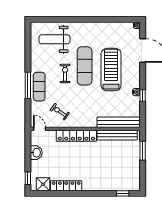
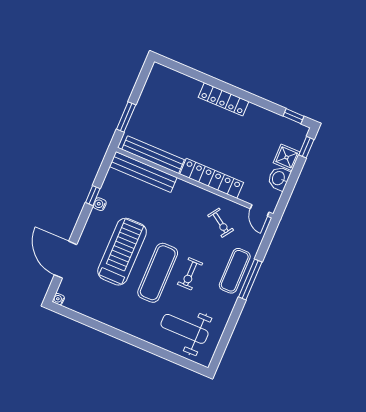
weight bench: (54, 39) -> (184, 329), turned 180
treadmill: (111, 70) -> (122, 252), turned 180
shower: (43, 184) -> (287, 157), moved
locker: (66, 186) -> (224, 99), moved
window: (123, 193) -> (294, 116), moved

